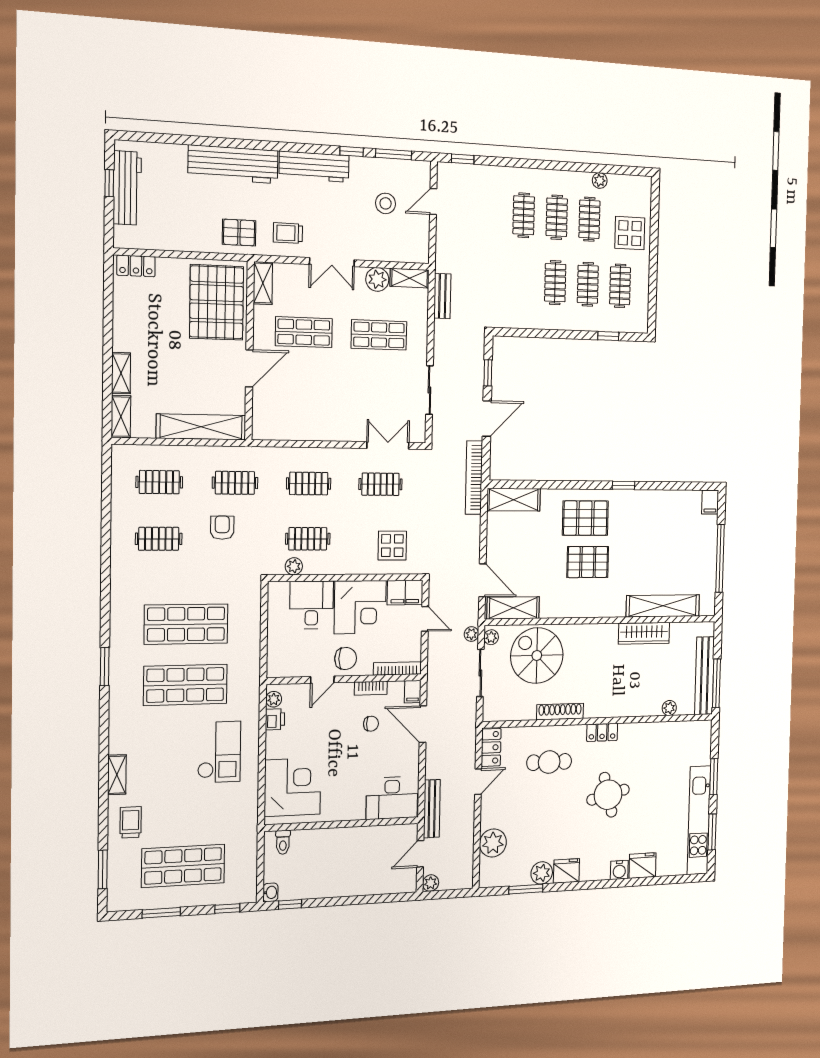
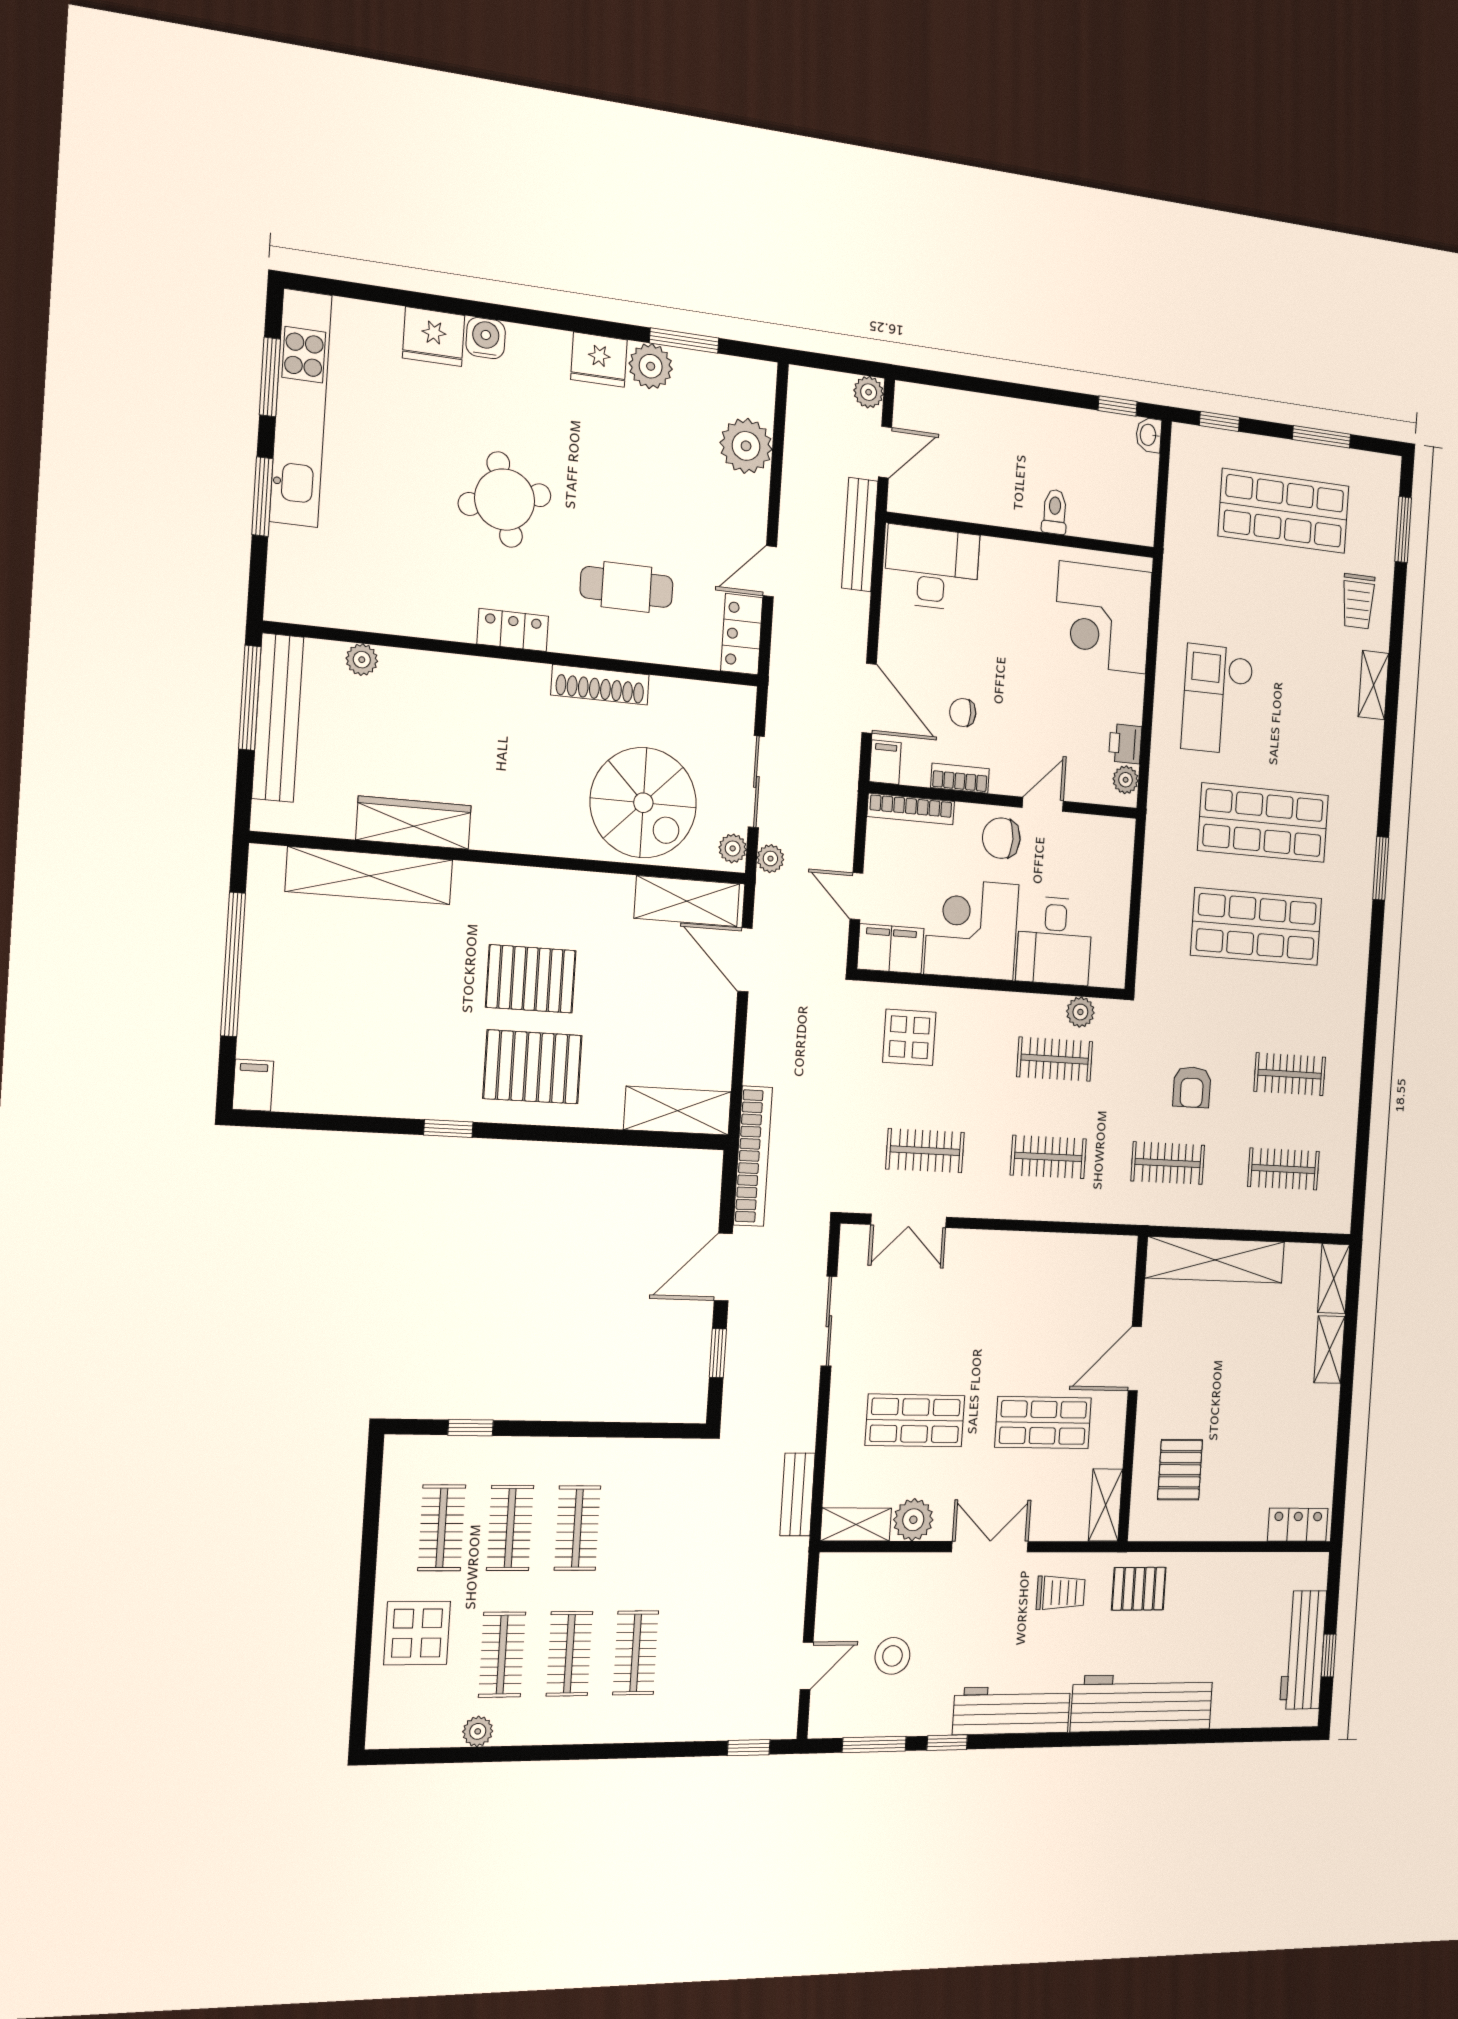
pallet: (217, 302) -> (1180, 1470), width x0.49, depth x0.50
toilet: (283, 842) -> (1055, 512), moved

